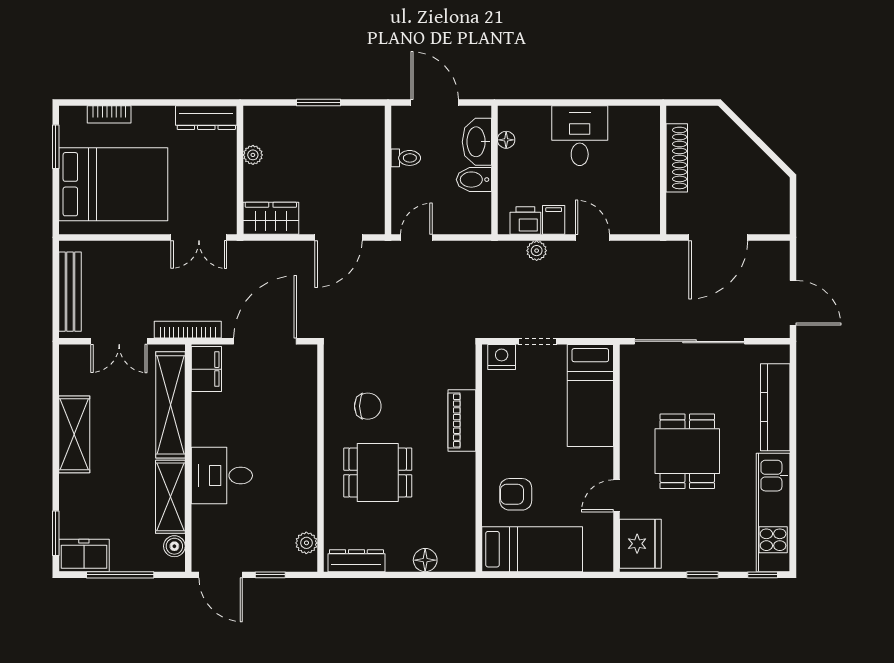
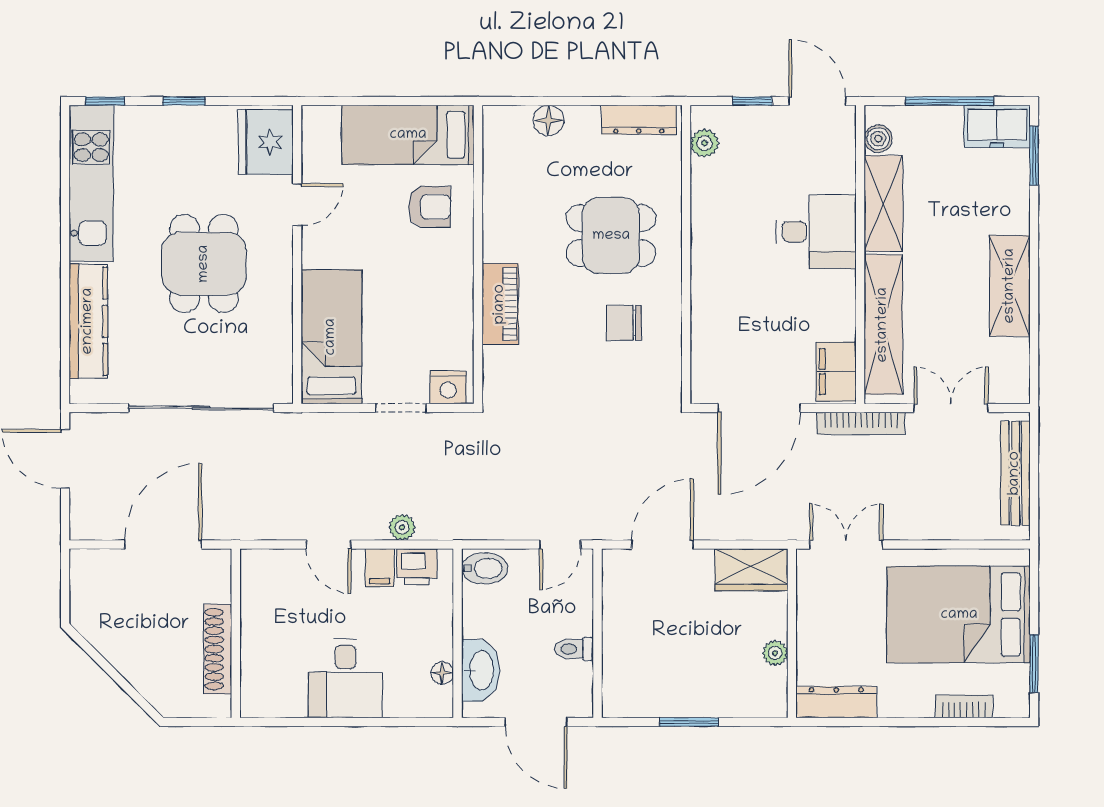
bidet: (474, 180) -> (485, 568), moved

